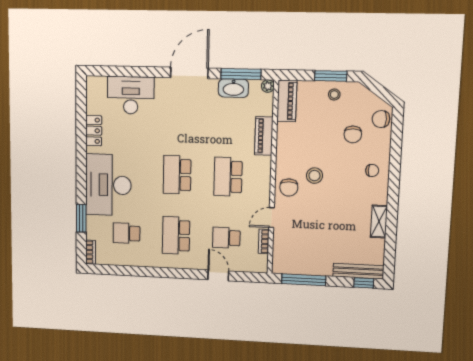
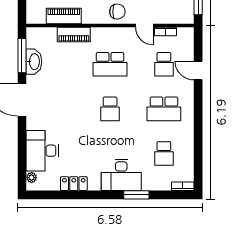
plant: (268, 86) -> (32, 178), moved
piano: (287, 101) -> (64, 16), moved
school desk: (177, 175) -> (110, 109), width x0.54
desk: (108, 185) -> (121, 175), width x0.73, depth x0.77
window: (81, 218) -> (136, 195), moved
door: (218, 275) -> (198, 71), hinge flipped

